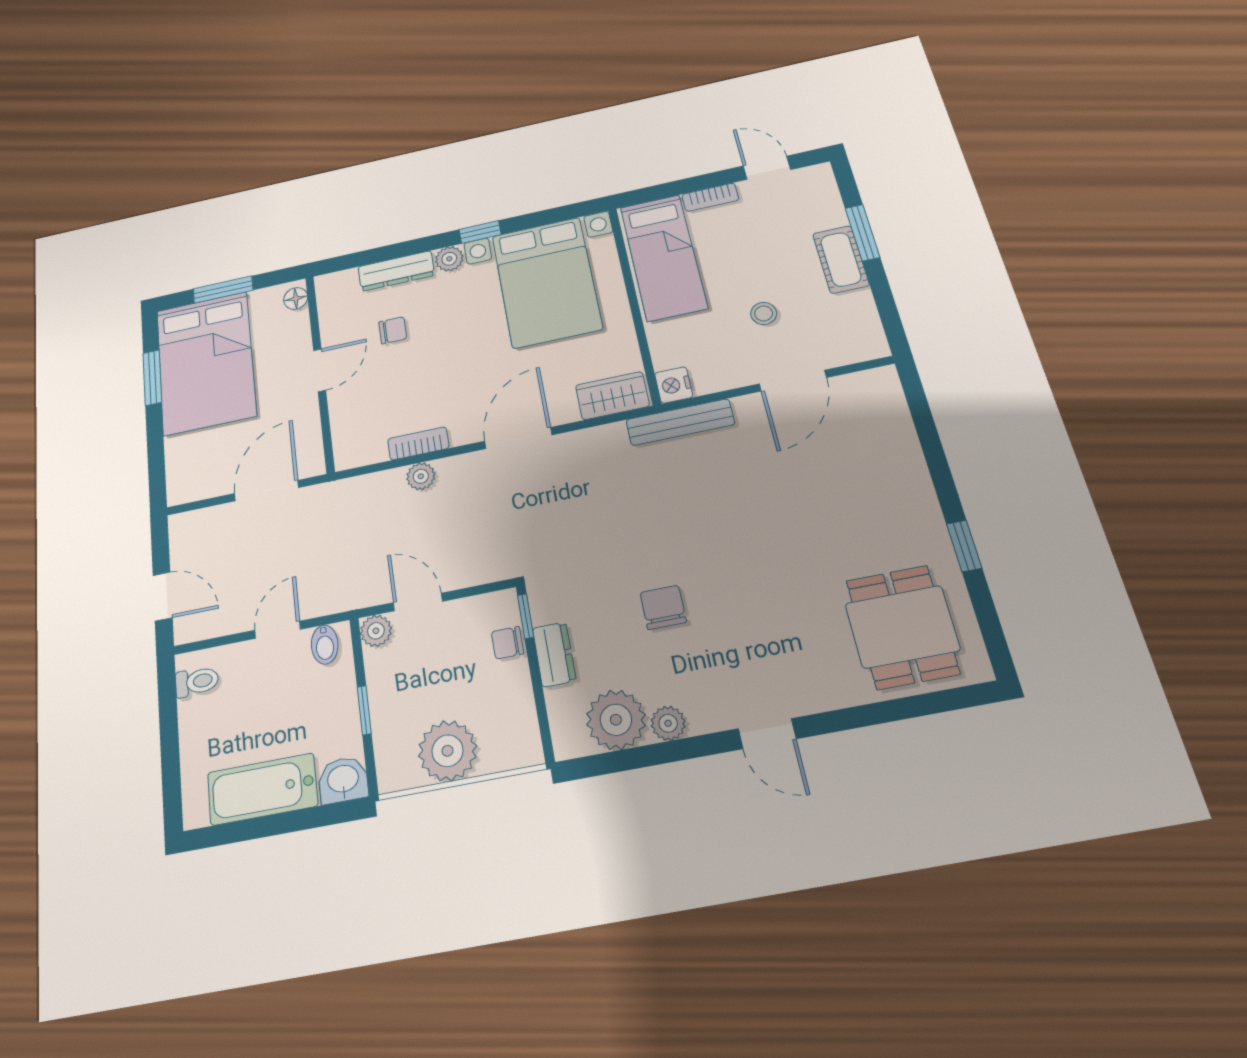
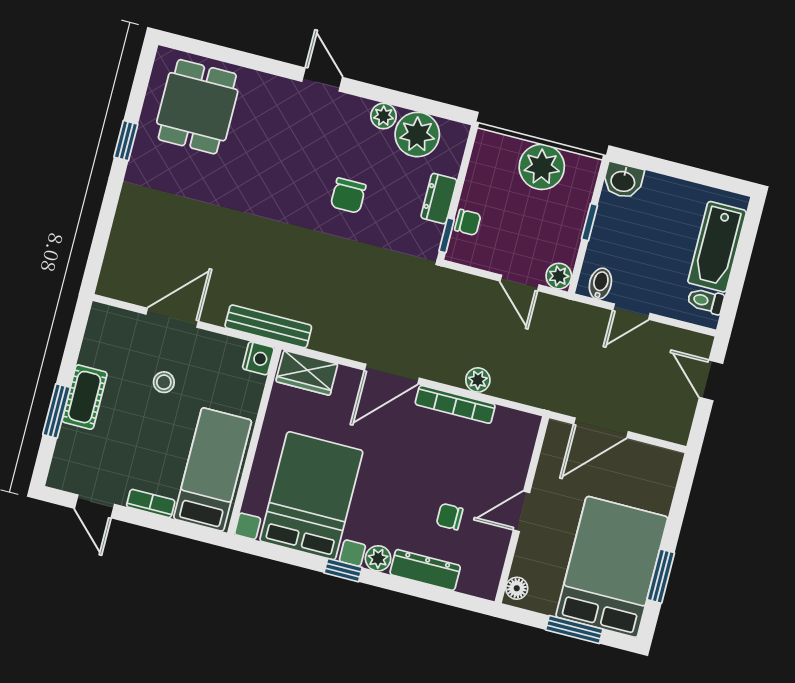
bookcase: (418, 443) -> (455, 404), width x1.56
bathtub: (262, 789) -> (717, 247), moved, turned 90

